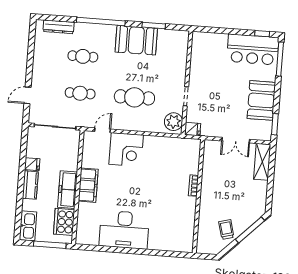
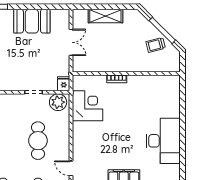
window: (275, 124) -> (53, 7), removed
corner desk: (126, 150) -> (88, 106), moved
shelving: (262, 162) -> (105, 16), moved
window: (250, 230) -> (162, 30), moved

